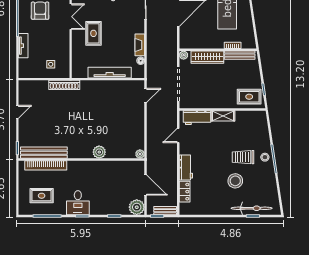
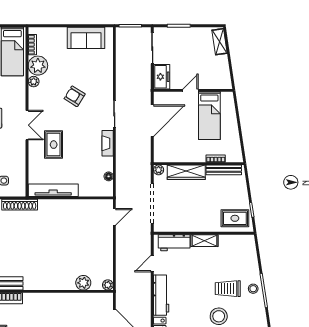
fireplace: (140, 45) -> (108, 143), moved
tv unit: (110, 73) -> (53, 190), moved
plant: (99, 152) -> (83, 283), moved
workbench: (186, 167) -> (161, 295), width x1.38

